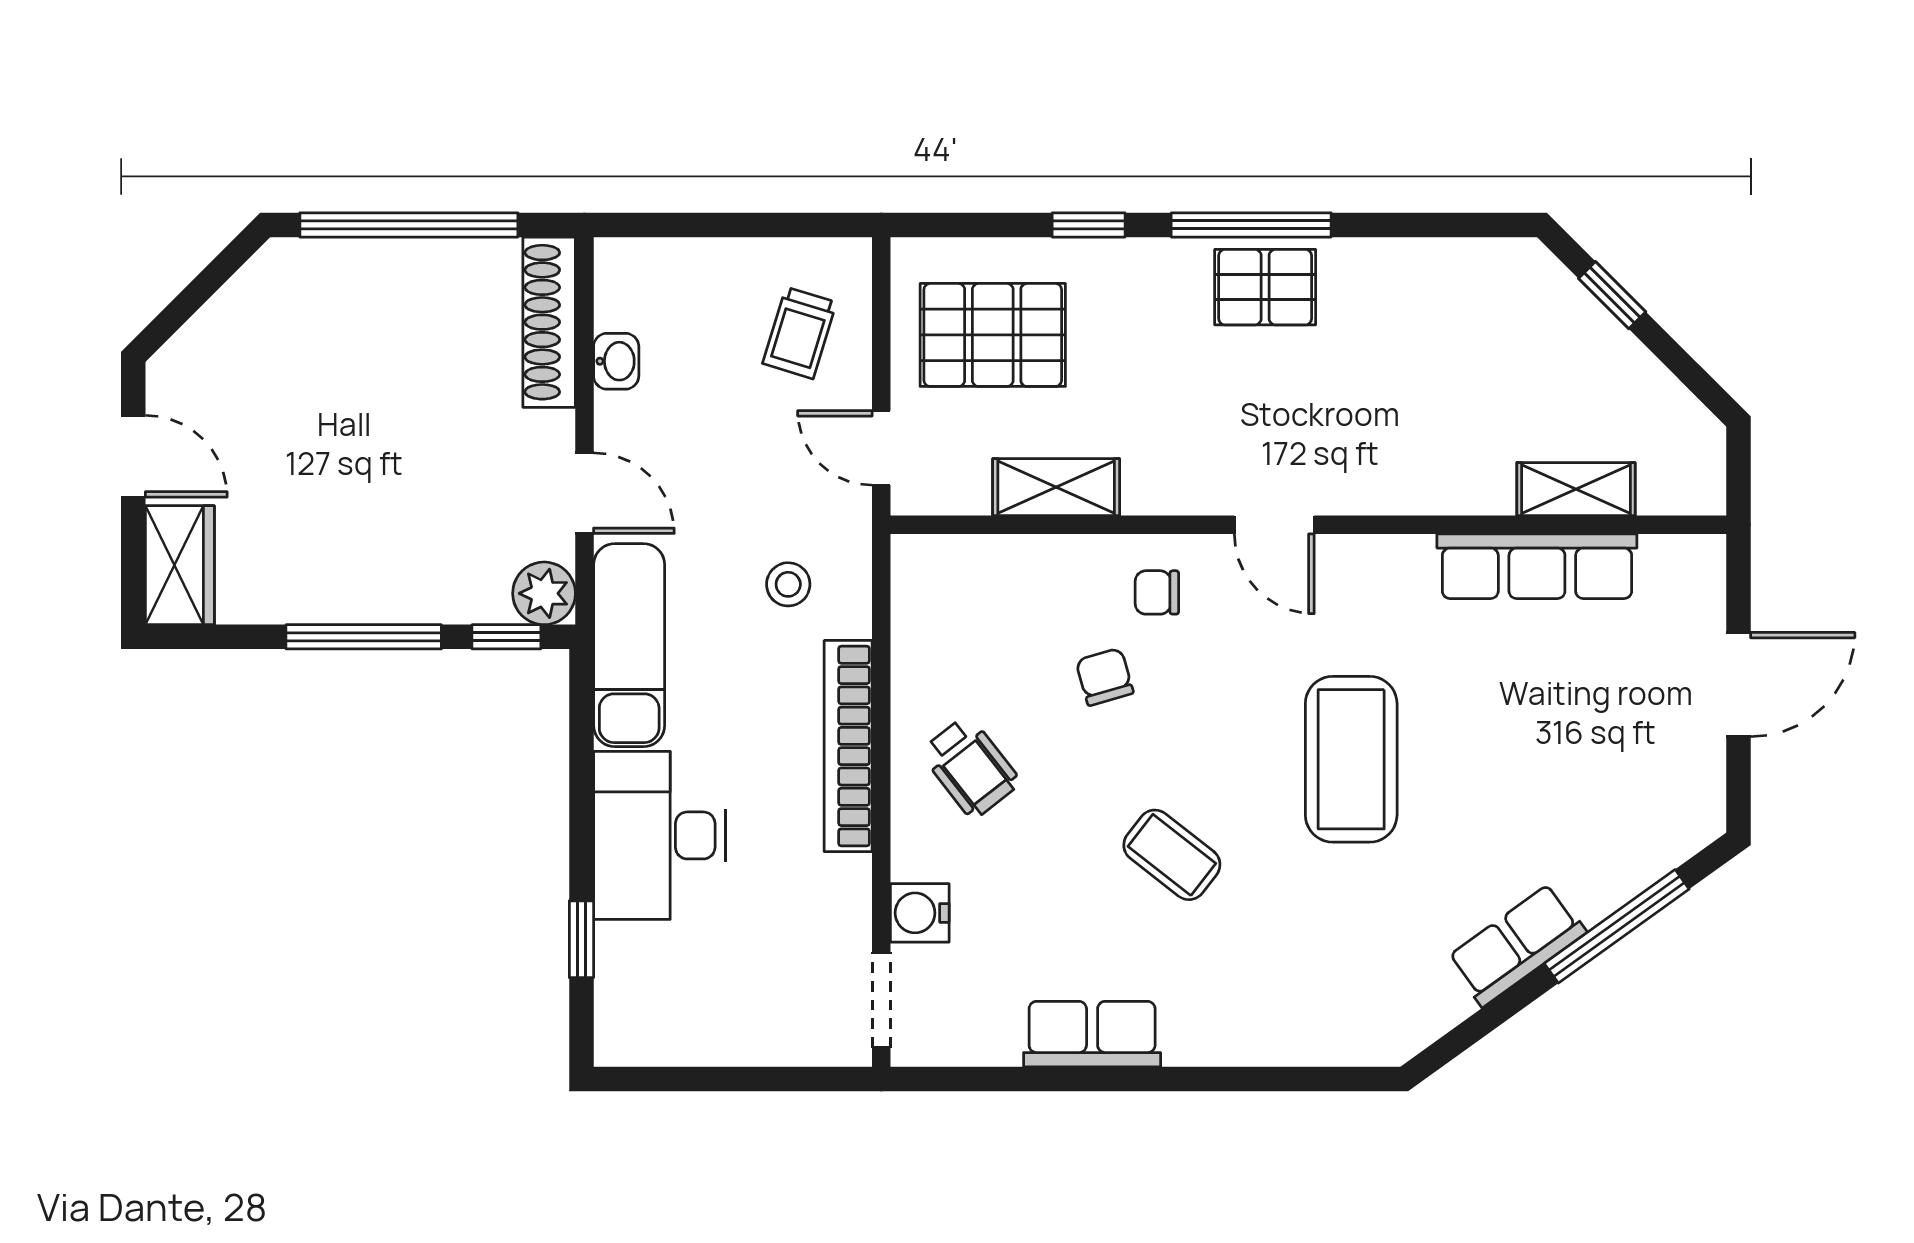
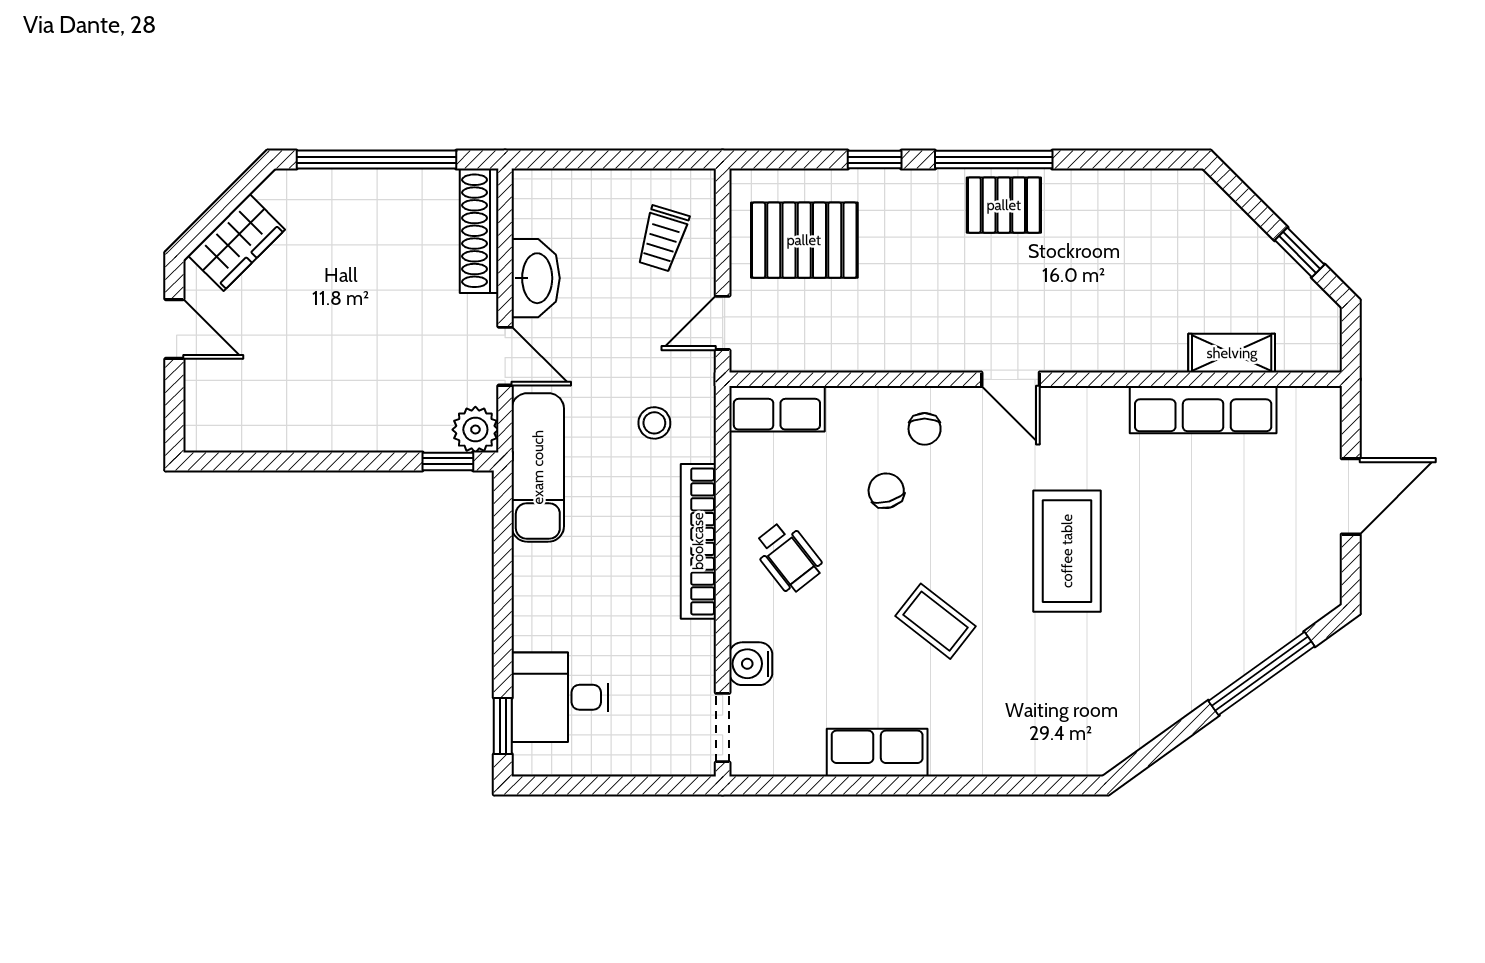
window: (1612, 295) -> (1300, 252), moved
washbasin: (616, 361) -> (536, 278), width x1.91, depth x1.45
door: (881, 448) -> (723, 323), hinge flipped
shelving: (1056, 487) -> (851, 352), removed
wardrobe: (180, 565) -> (236, 242), moved, turned 45
chair: (1157, 592) -> (925, 429), turned -90
window: (364, 637) -> (343, 461), removed
desk: (660, 835) -> (560, 697), moved, width x0.73
window: (581, 939) -> (503, 726), moved
row of seats: (1517, 945) -> (777, 409), moved, turned -144

